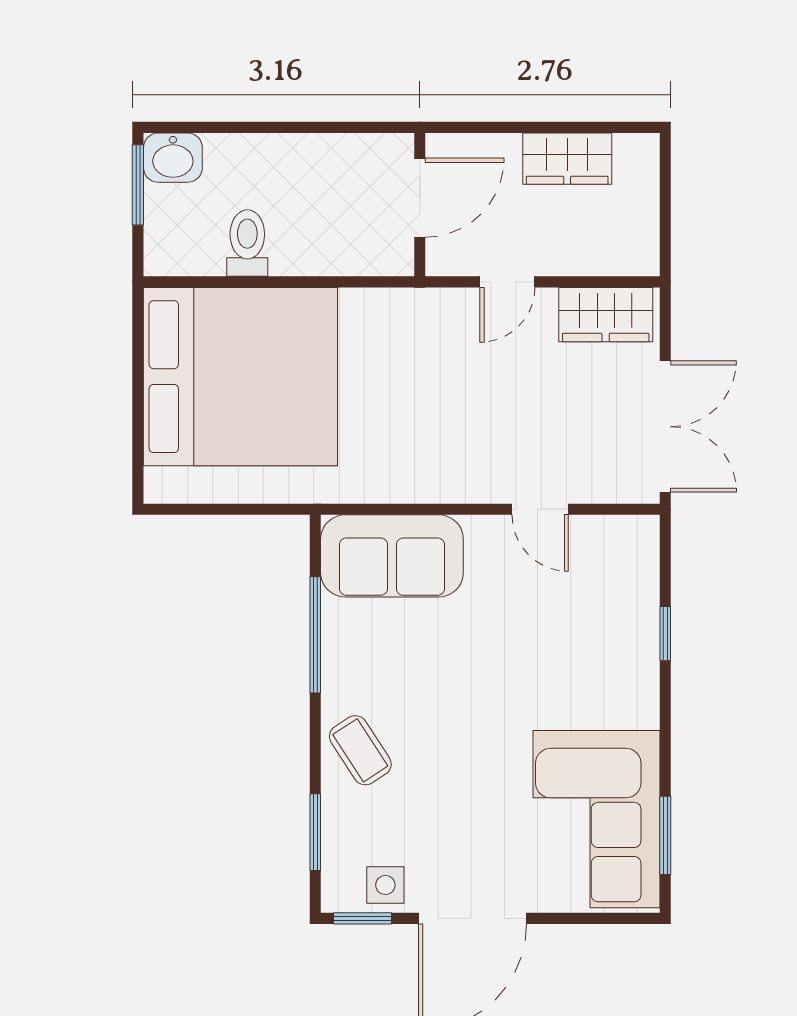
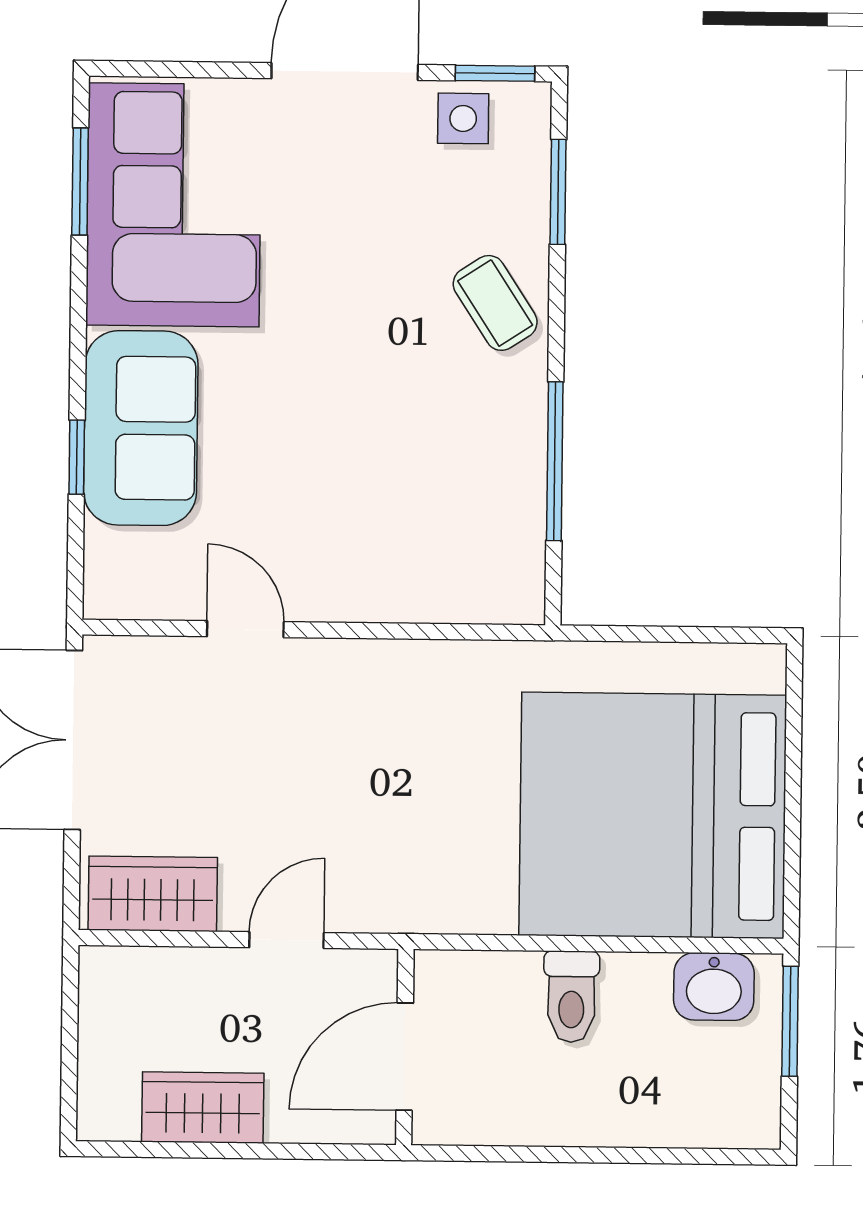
washbasin: (173, 158) -> (714, 987), moved, turned 180
window: (138, 185) -> (790, 1021), moved
toilet: (247, 243) -> (571, 997), moved
sofa: (392, 556) -> (141, 428), moved, turned 90

